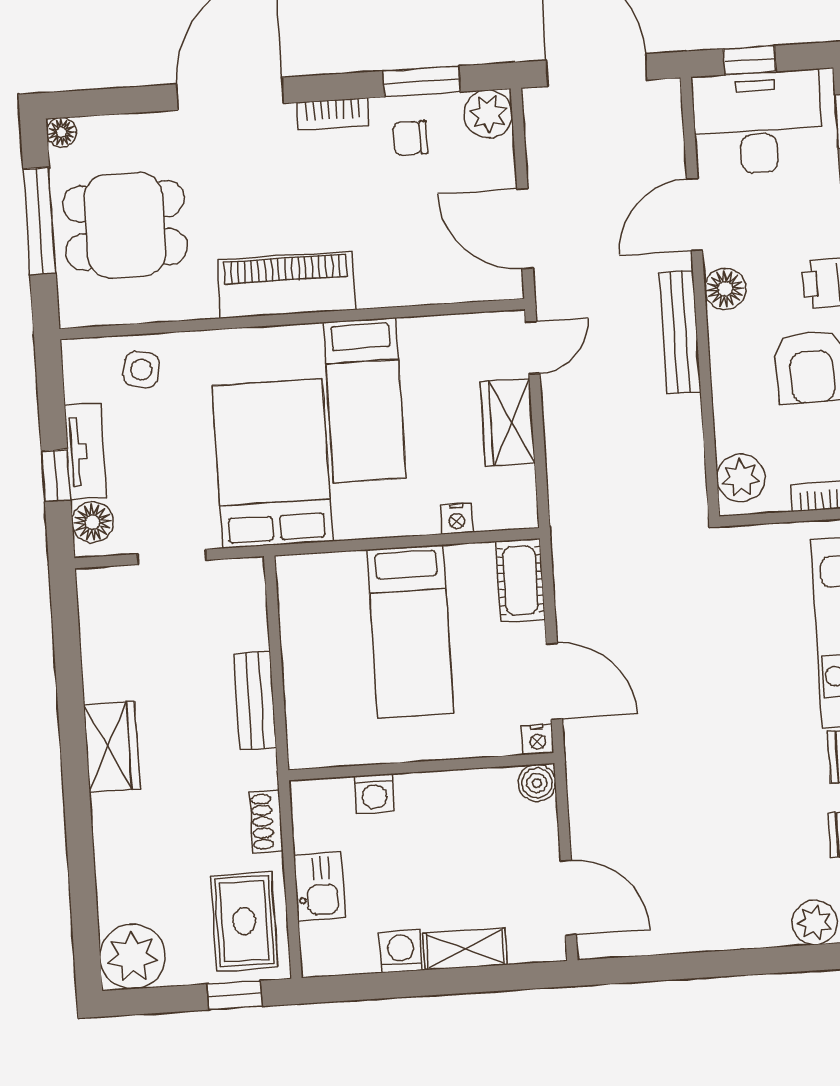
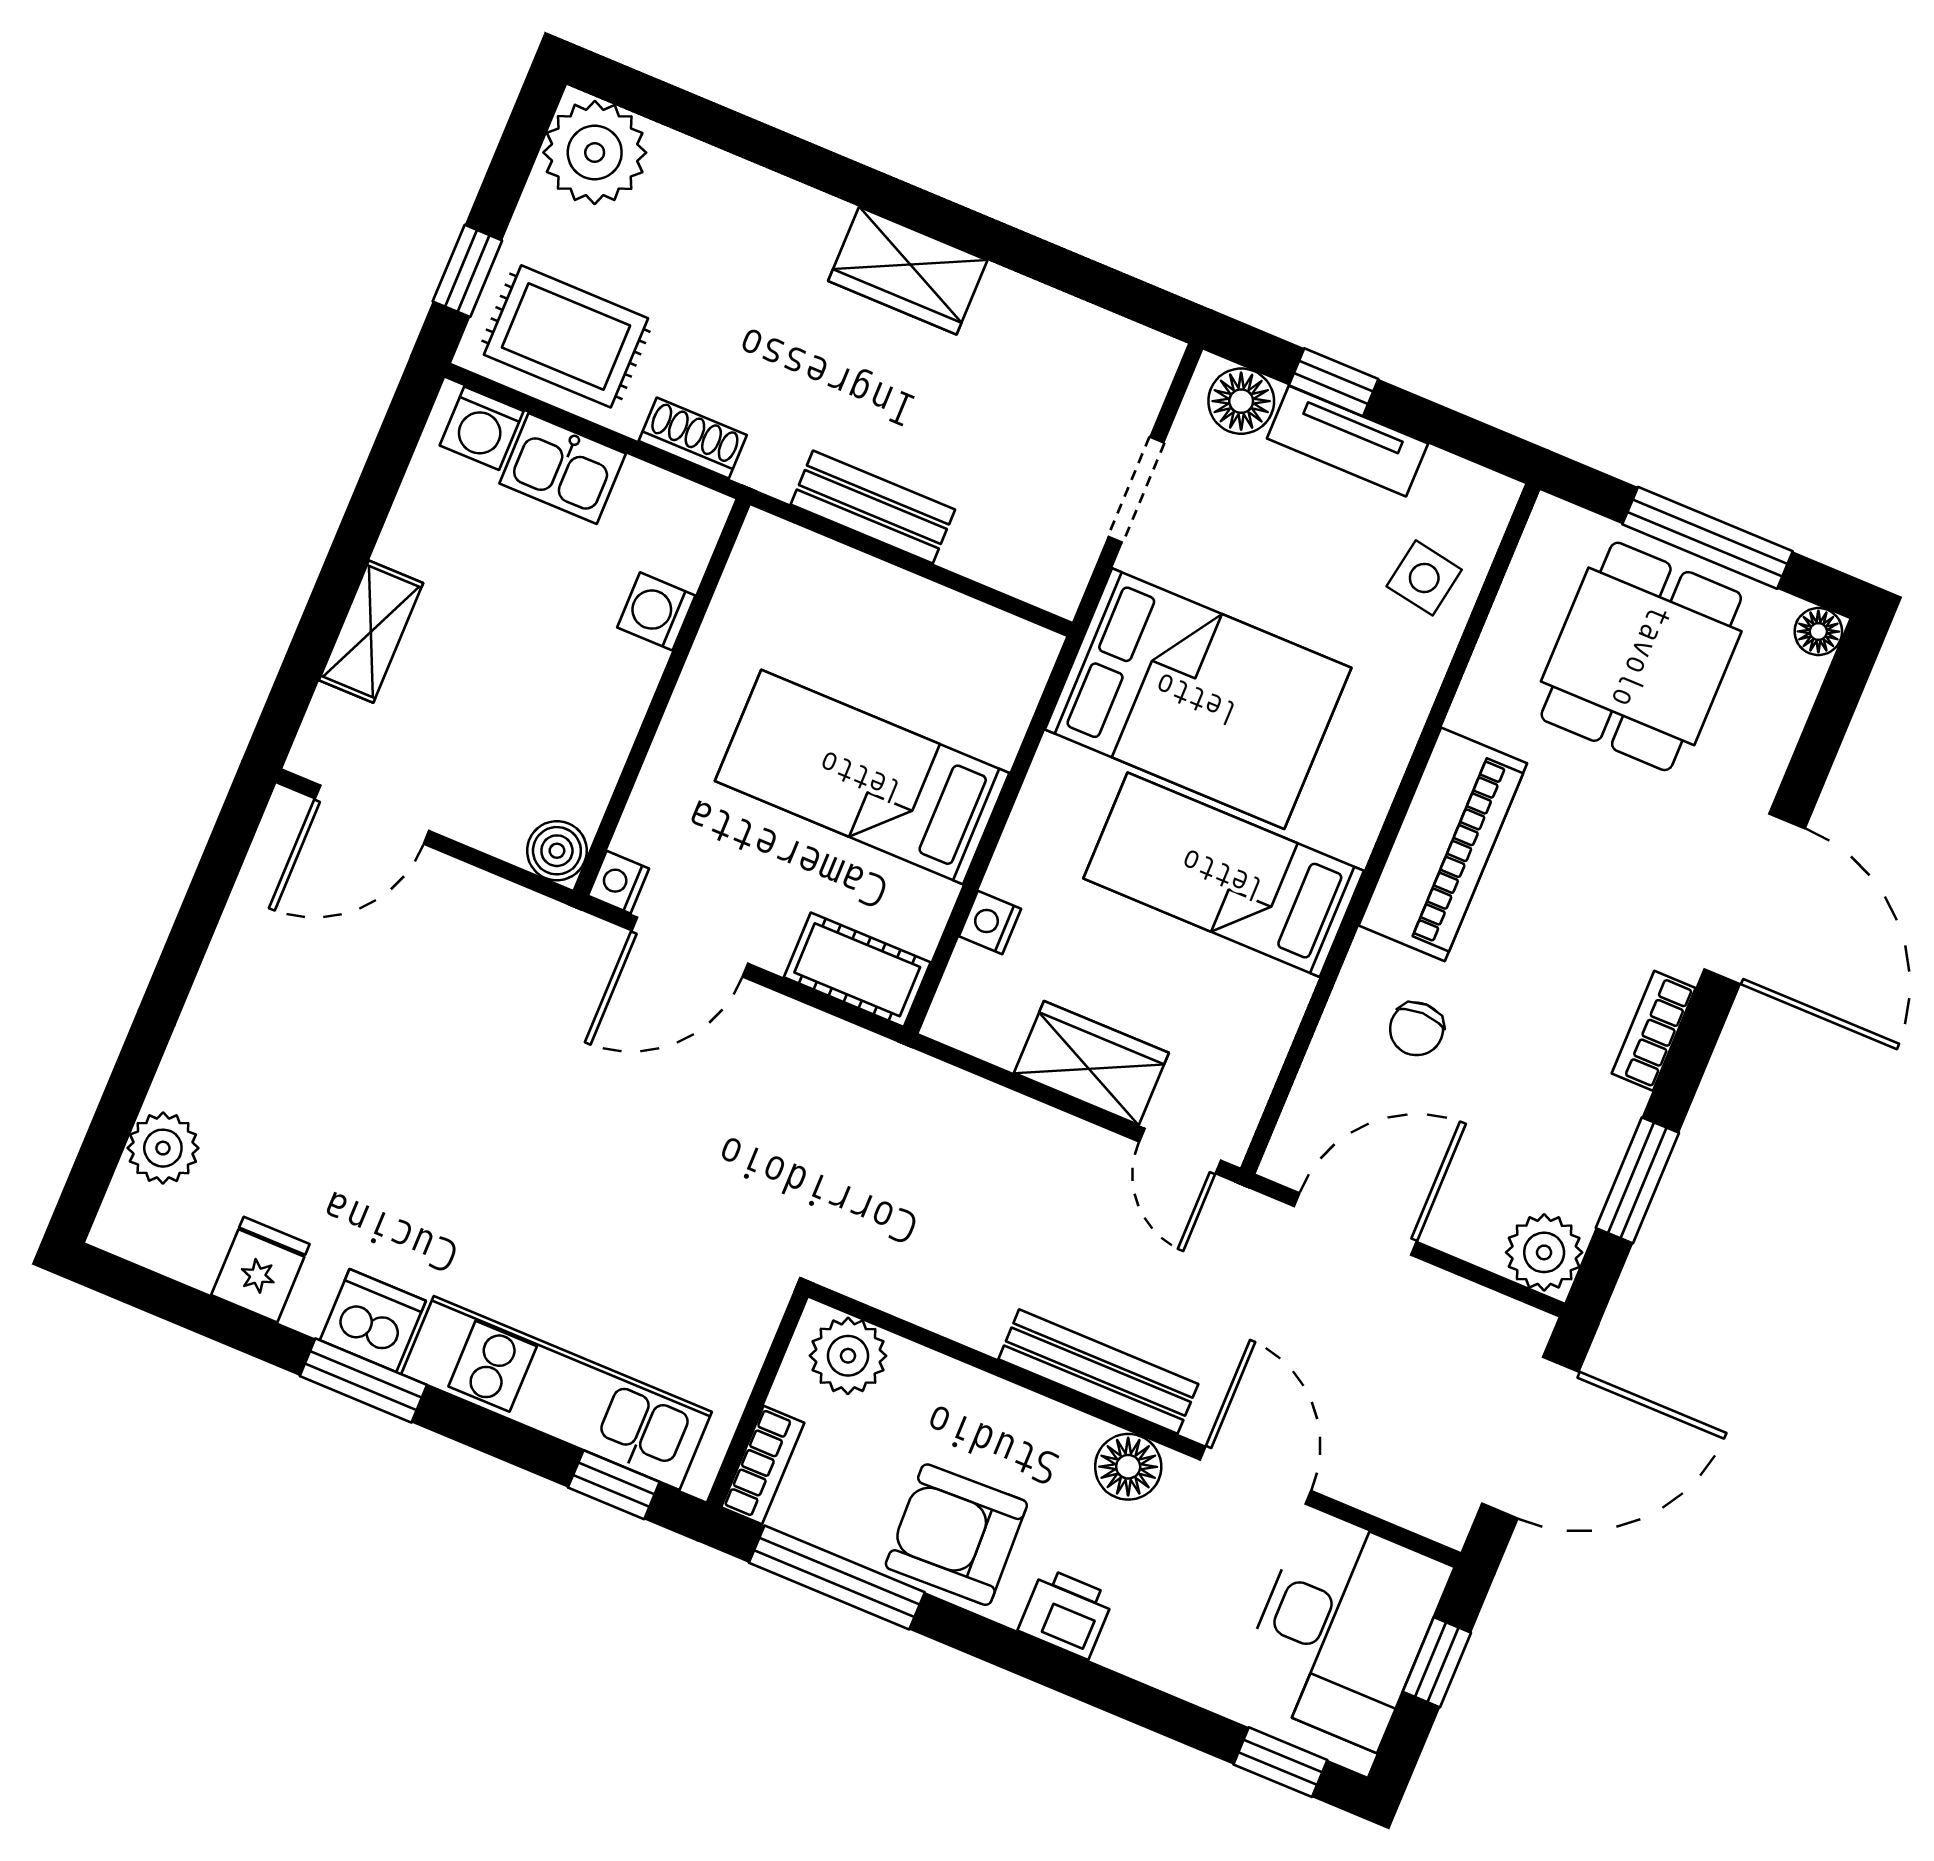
chair: (410, 138) -> (1417, 1029), moved, turned 180
washing machine: (401, 951) -> (482, 428), moved, turned 90

